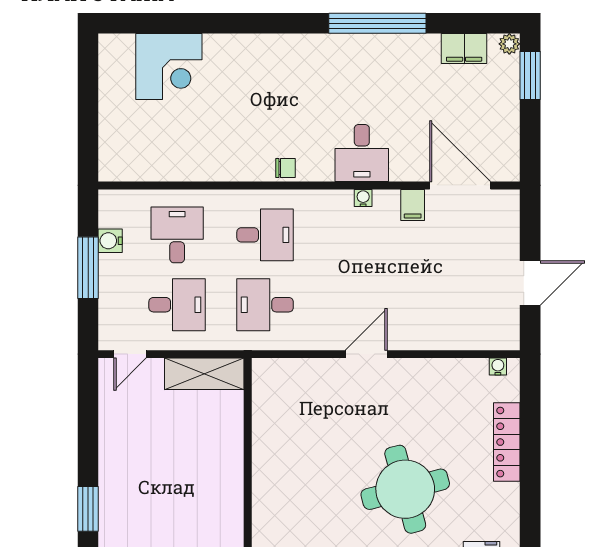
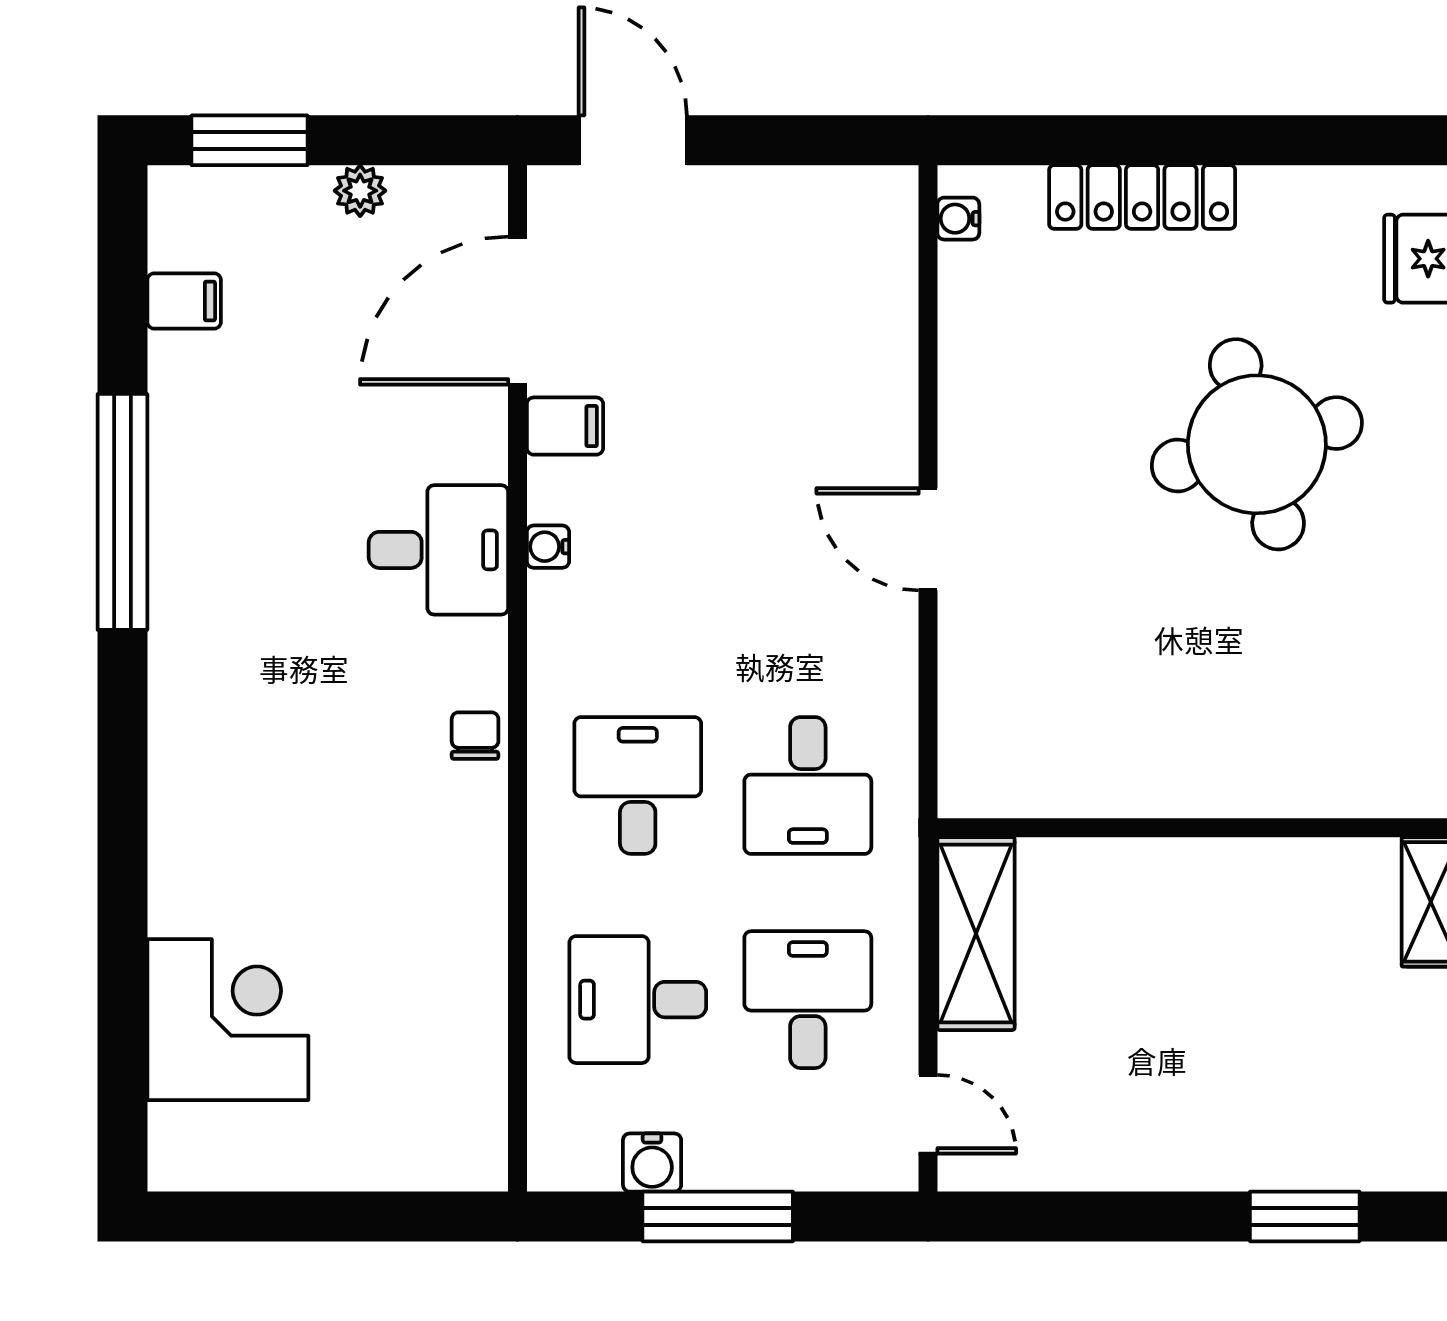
plant: (509, 44) -> (360, 191), moved
filing cabinet: (464, 49) -> (184, 301), width x0.50
door: (530, 283) -> (633, 140), moved

